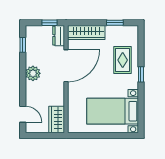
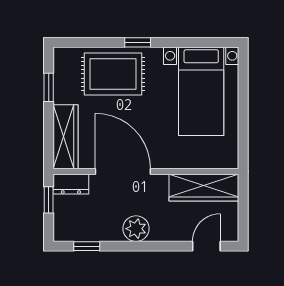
rug: (123, 60) -> (113, 74), width x1.36, depth x1.43
wardrobe: (57, 119) -> (204, 188), width x1.50

